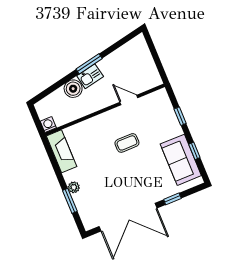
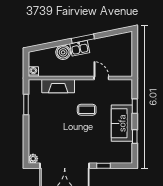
fireplace: (62, 151) -> (58, 86), moved, turned 90
sofa: (181, 160) -> (122, 123), moved
plant: (74, 187) -> (33, 159), moved
window: (70, 201) -> (26, 104), moved

